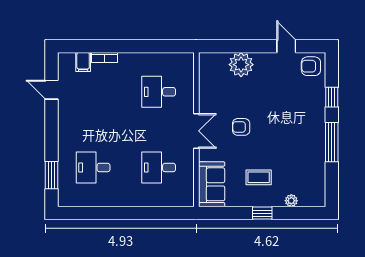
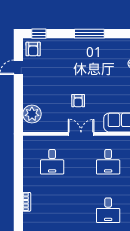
filing cabinet: (83, 62) -> (30, 218), removed
plant: (241, 65) -> (32, 114), moved
window: (332, 97) -> (39, 34), moved
coffee table: (259, 177) -> (115, 88), removed

